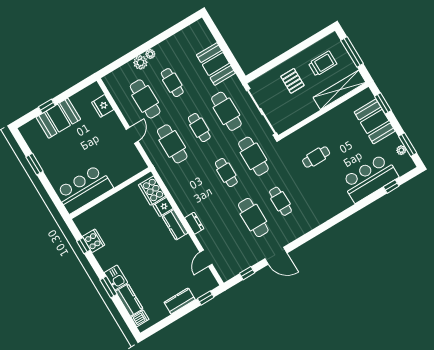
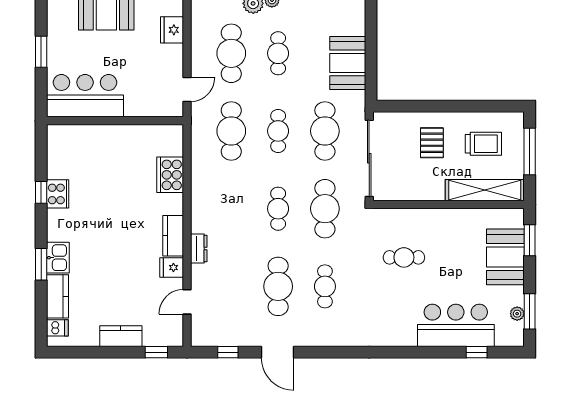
bar counter: (84, 189) -> (85, 96), moved
wall: (110, 193) -> (115, 121), moved
fridge: (163, 207) -> (172, 268), moved

